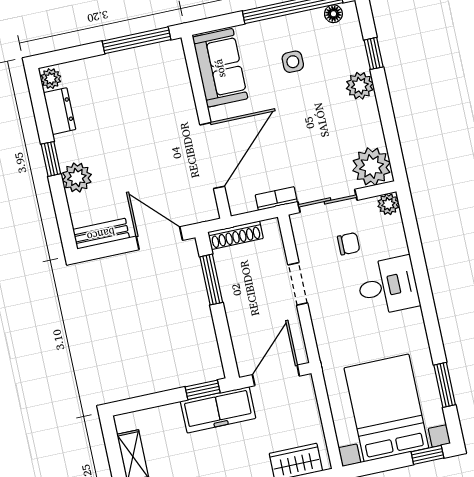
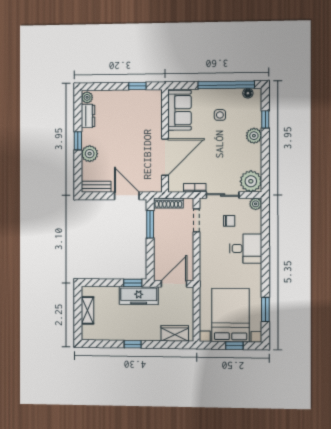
window: (136, 40) -> (137, 86), width x0.46
doorway: (298, 284) -> (197, 220), moved
window: (427, 455) -> (234, 346), moved

